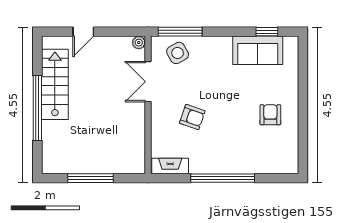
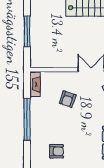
armchair: (270, 115) -> (56, 151), moved

